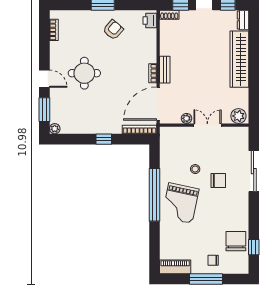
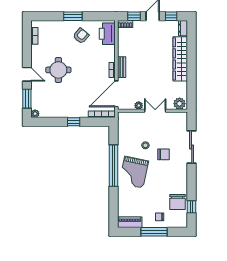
printer: (150, 21) -> (107, 34), width x1.87, depth x1.48
chair: (236, 241) -> (177, 202), turned 180

